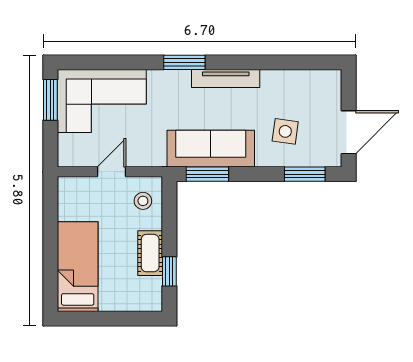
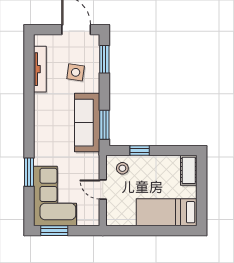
window: (184, 62) -> (29, 172), moved
tv unit: (226, 79) -> (40, 69), moved
cot: (150, 253) -> (189, 170), moved, turned 90
window: (169, 271) -> (140, 151), moved

